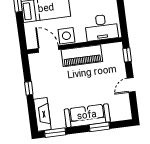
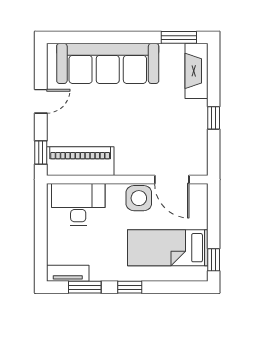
piano: (82, 56) -> (80, 161), moved
sofa: (87, 116) -> (108, 63), width x1.36, depth x1.27
window: (99, 127) -> (103, 37), removed

